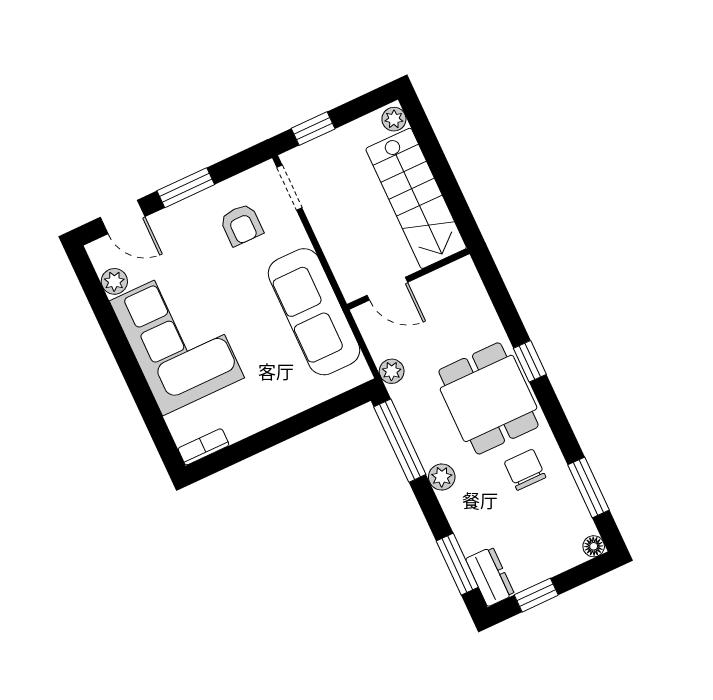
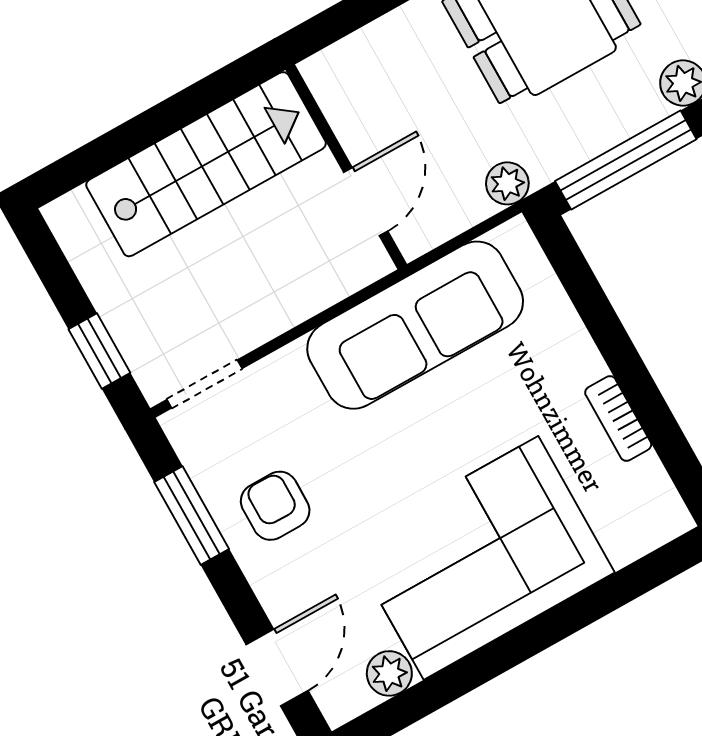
plant: (394, 119) -> (72, 213), removed
window: (186, 188) -> (192, 515), moved
armchair: (241, 225) -> (275, 506), moved, turned -90
bookcase: (204, 447) -> (618, 418), moved

